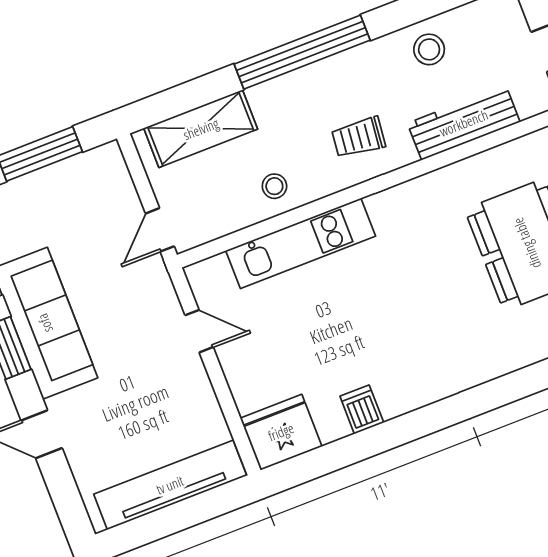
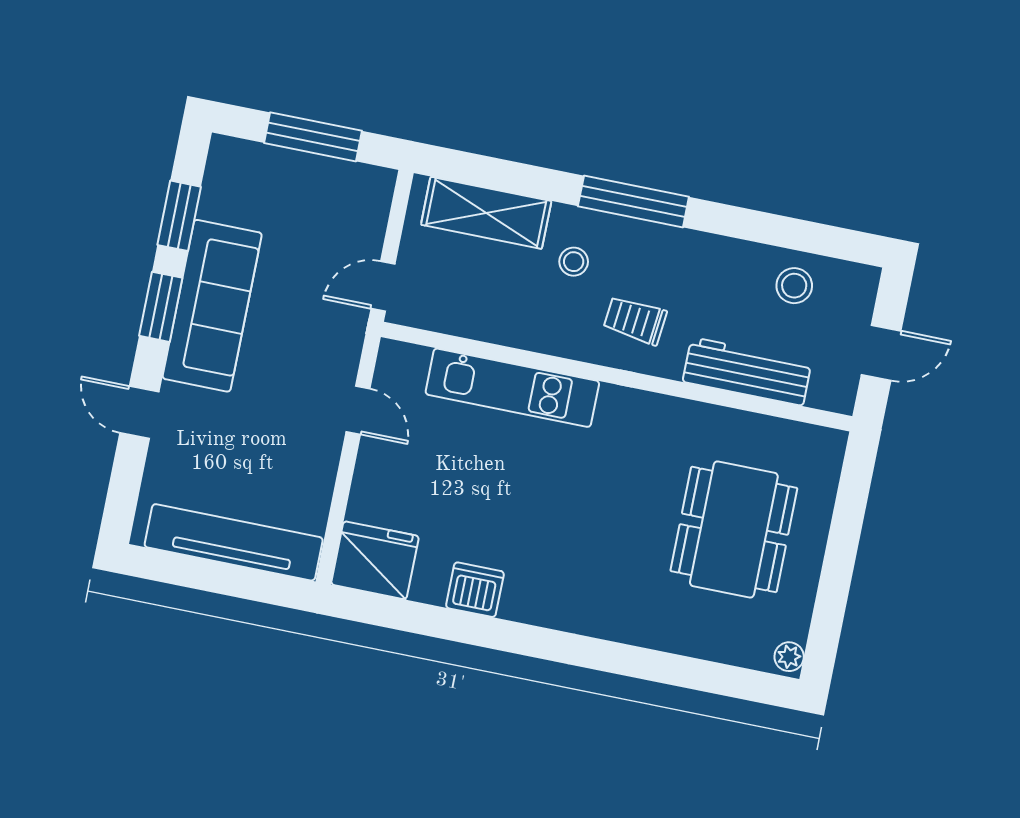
stool: (429, 49) -> (794, 286), moved
window: (302, 52) -> (633, 202), width x0.68
stool: (274, 186) -> (574, 262), moved
dishwasher: (362, 409) -> (475, 590), width x1.38

